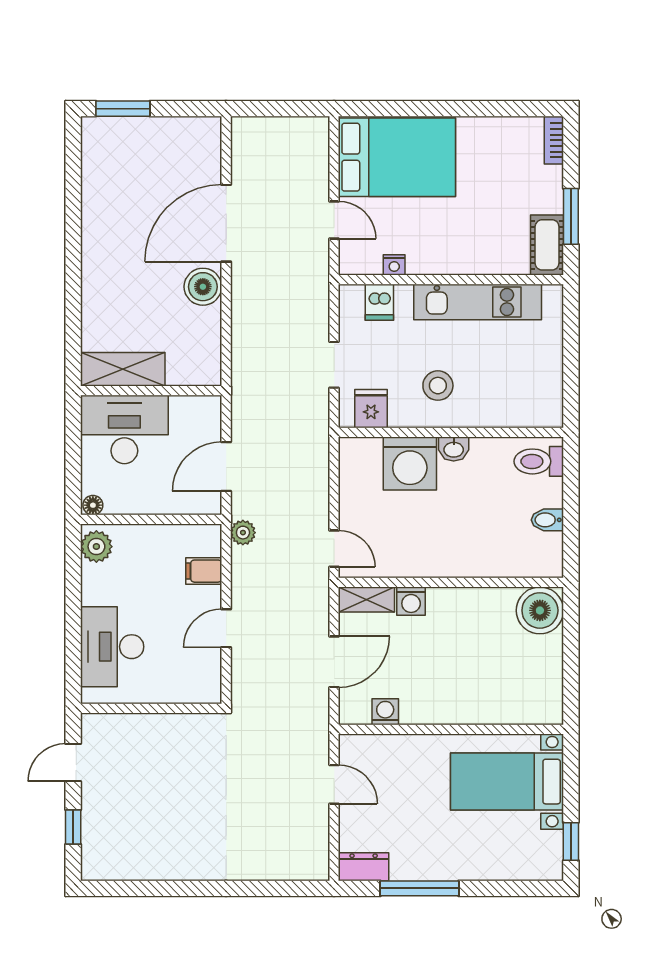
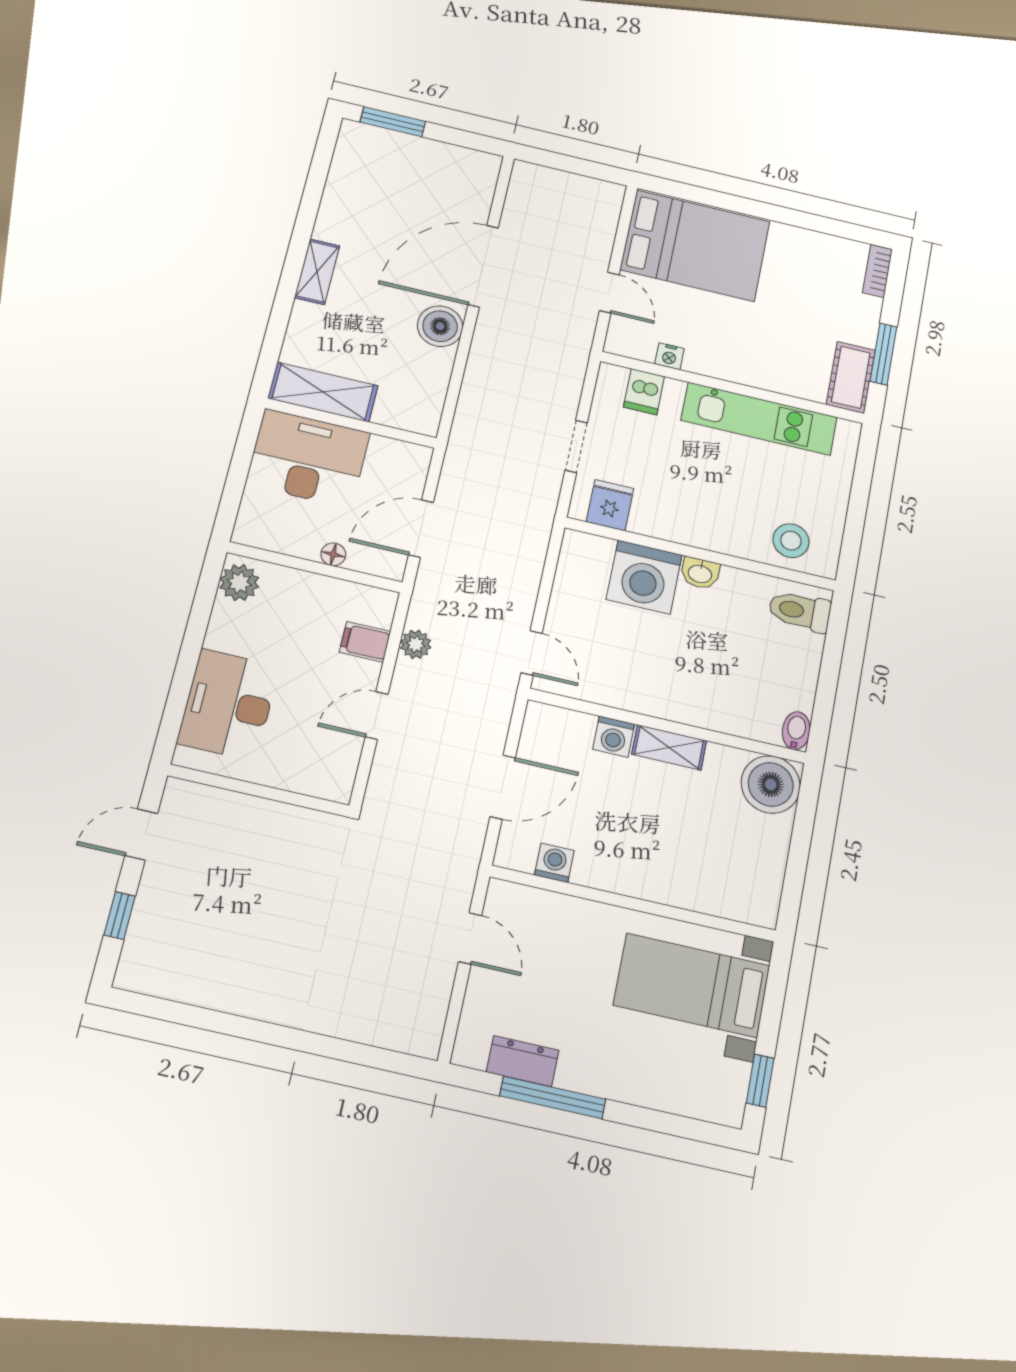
shelving: (93, 264) -> (317, 272), added
stool: (438, 386) -> (791, 541), moved
floor lamp: (93, 505) -> (333, 554), moved
bidet: (547, 520) -> (796, 731), moved, turned 90
plant: (243, 533) -> (416, 644), moved
shelving: (366, 600) -> (669, 747), moved
dresser: (364, 867) -> (523, 1061), moved

